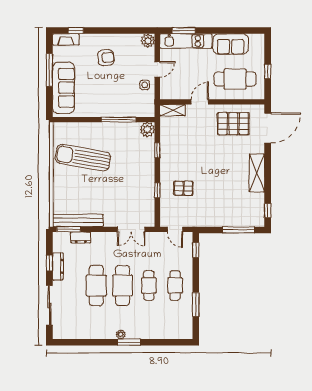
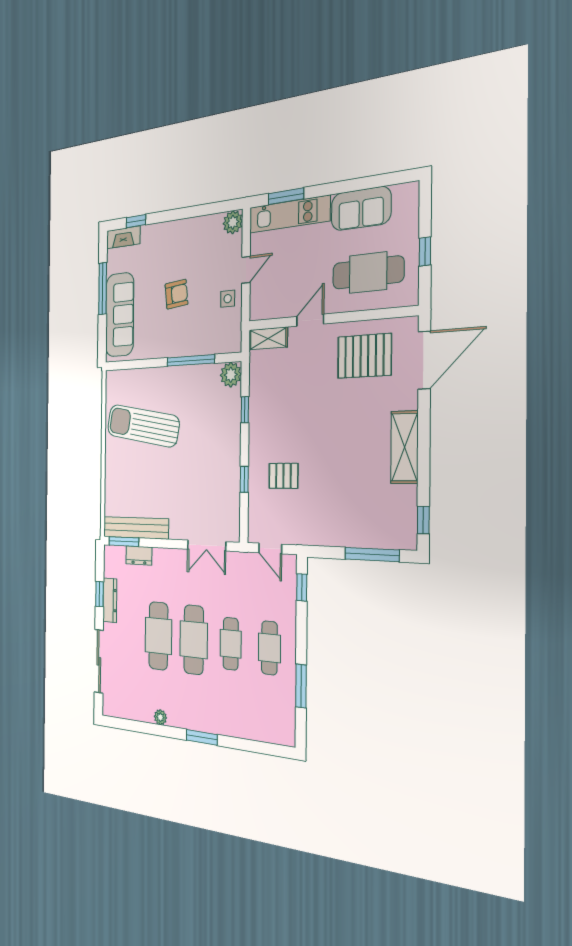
armchair: (106, 58) -> (176, 294), moved
plant: (121, 334) -> (160, 717), moved

